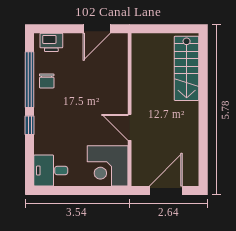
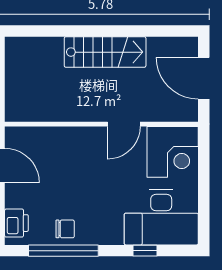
stairs: (187, 68) -> (105, 52), moved
window: (30, 125) -> (145, 251), moved
desk: (51, 171) -> (161, 217), width x1.87, depth x1.30

